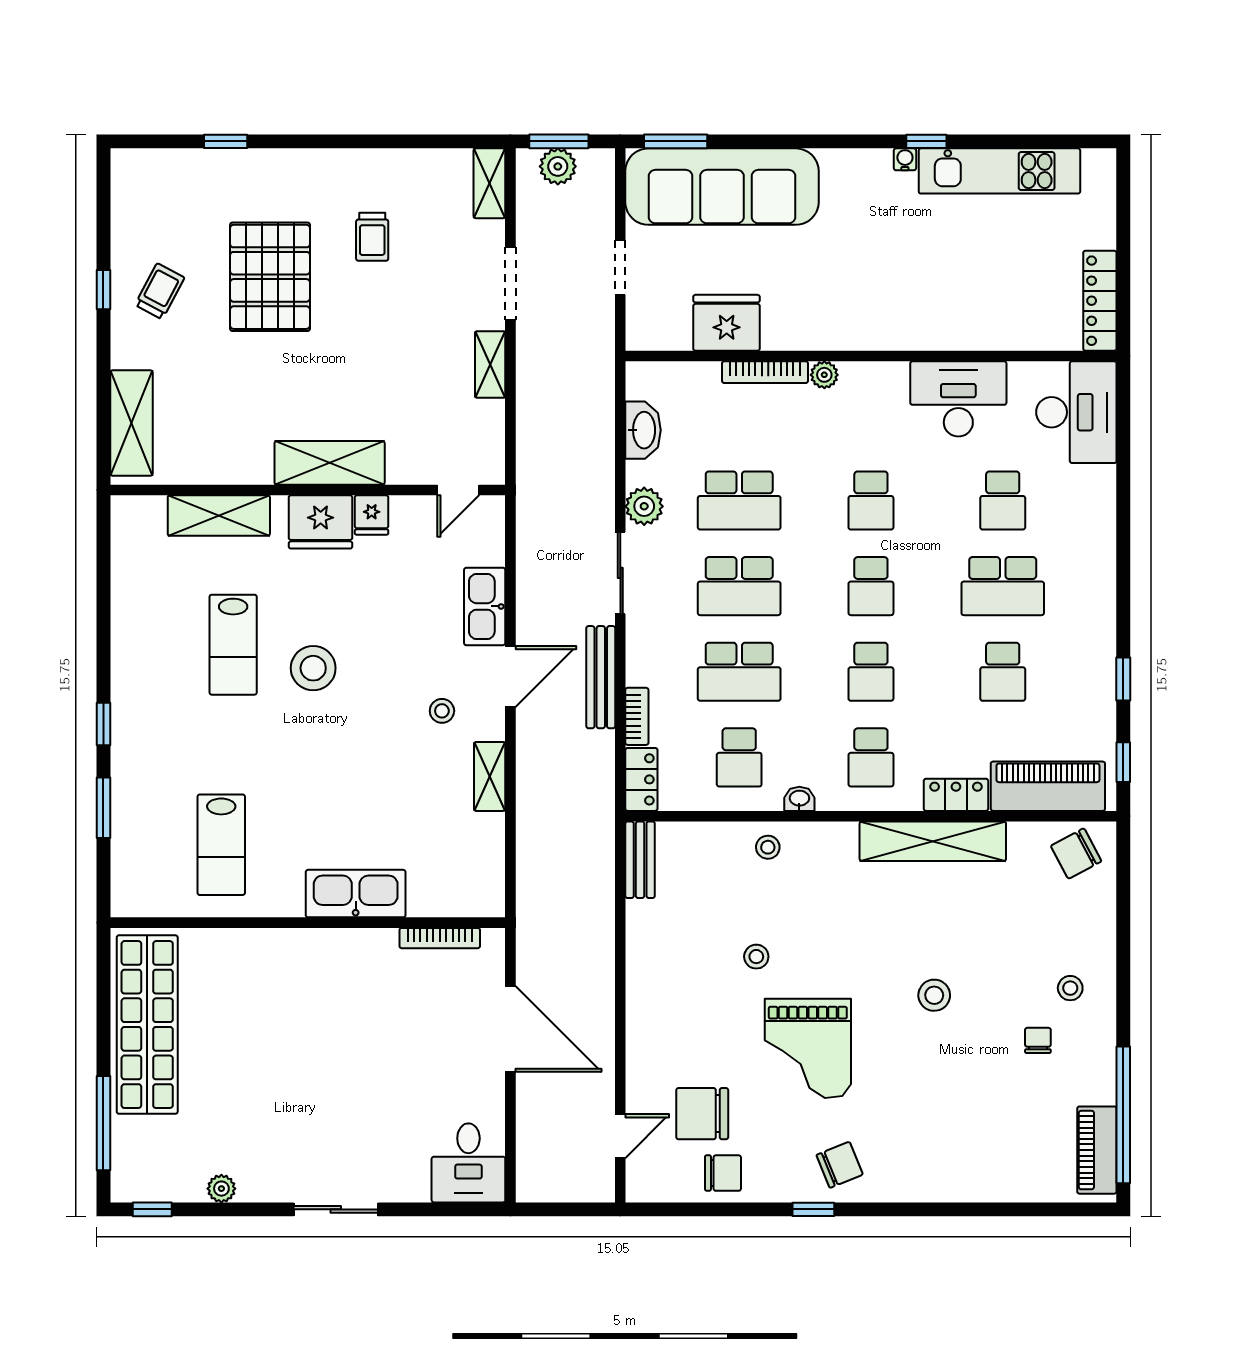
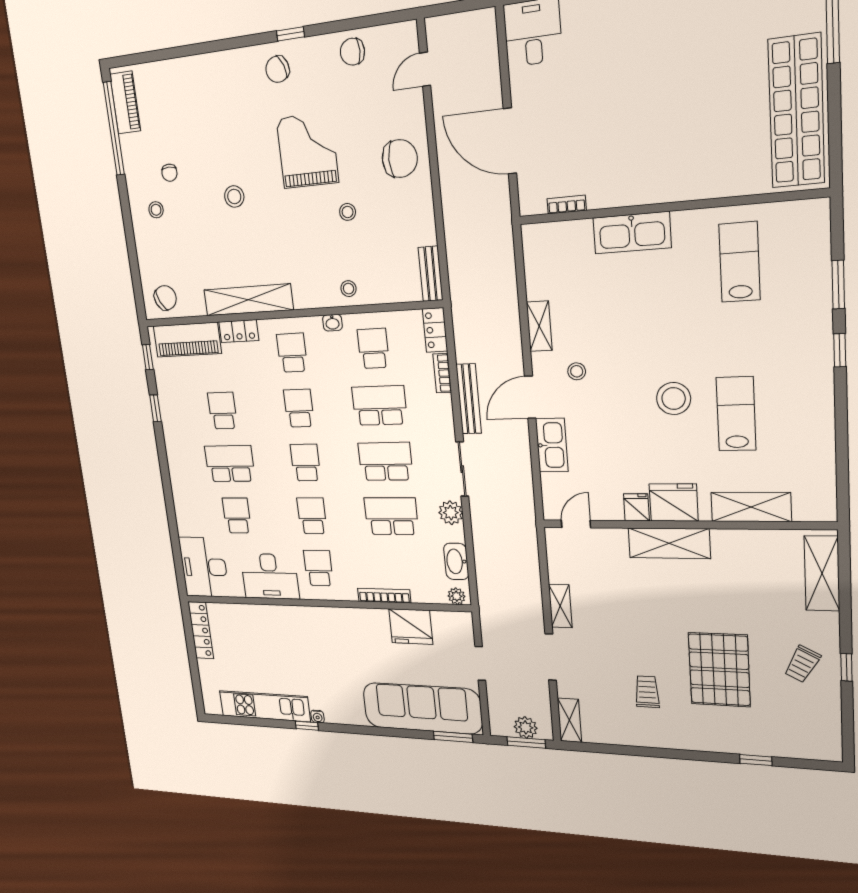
plant: (824, 375) -> (456, 596), moved
school desk: (871, 415) -> (318, 568), added
bookcase: (440, 938) -> (567, 205), width x0.64
chair: (702, 1114) -> (400, 159), moved

